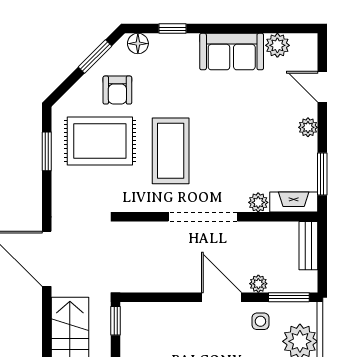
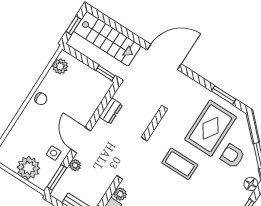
coffee table: (171, 151) -> (180, 164), width x0.73, depth x0.76
dresser: (160, 283) -> (111, 111), added
door: (221, 297) -> (81, 140), swing flipped

